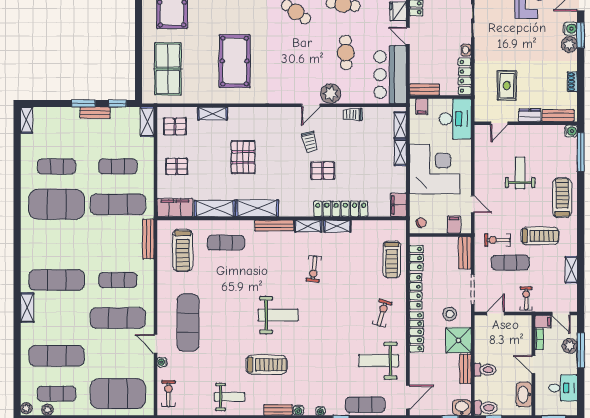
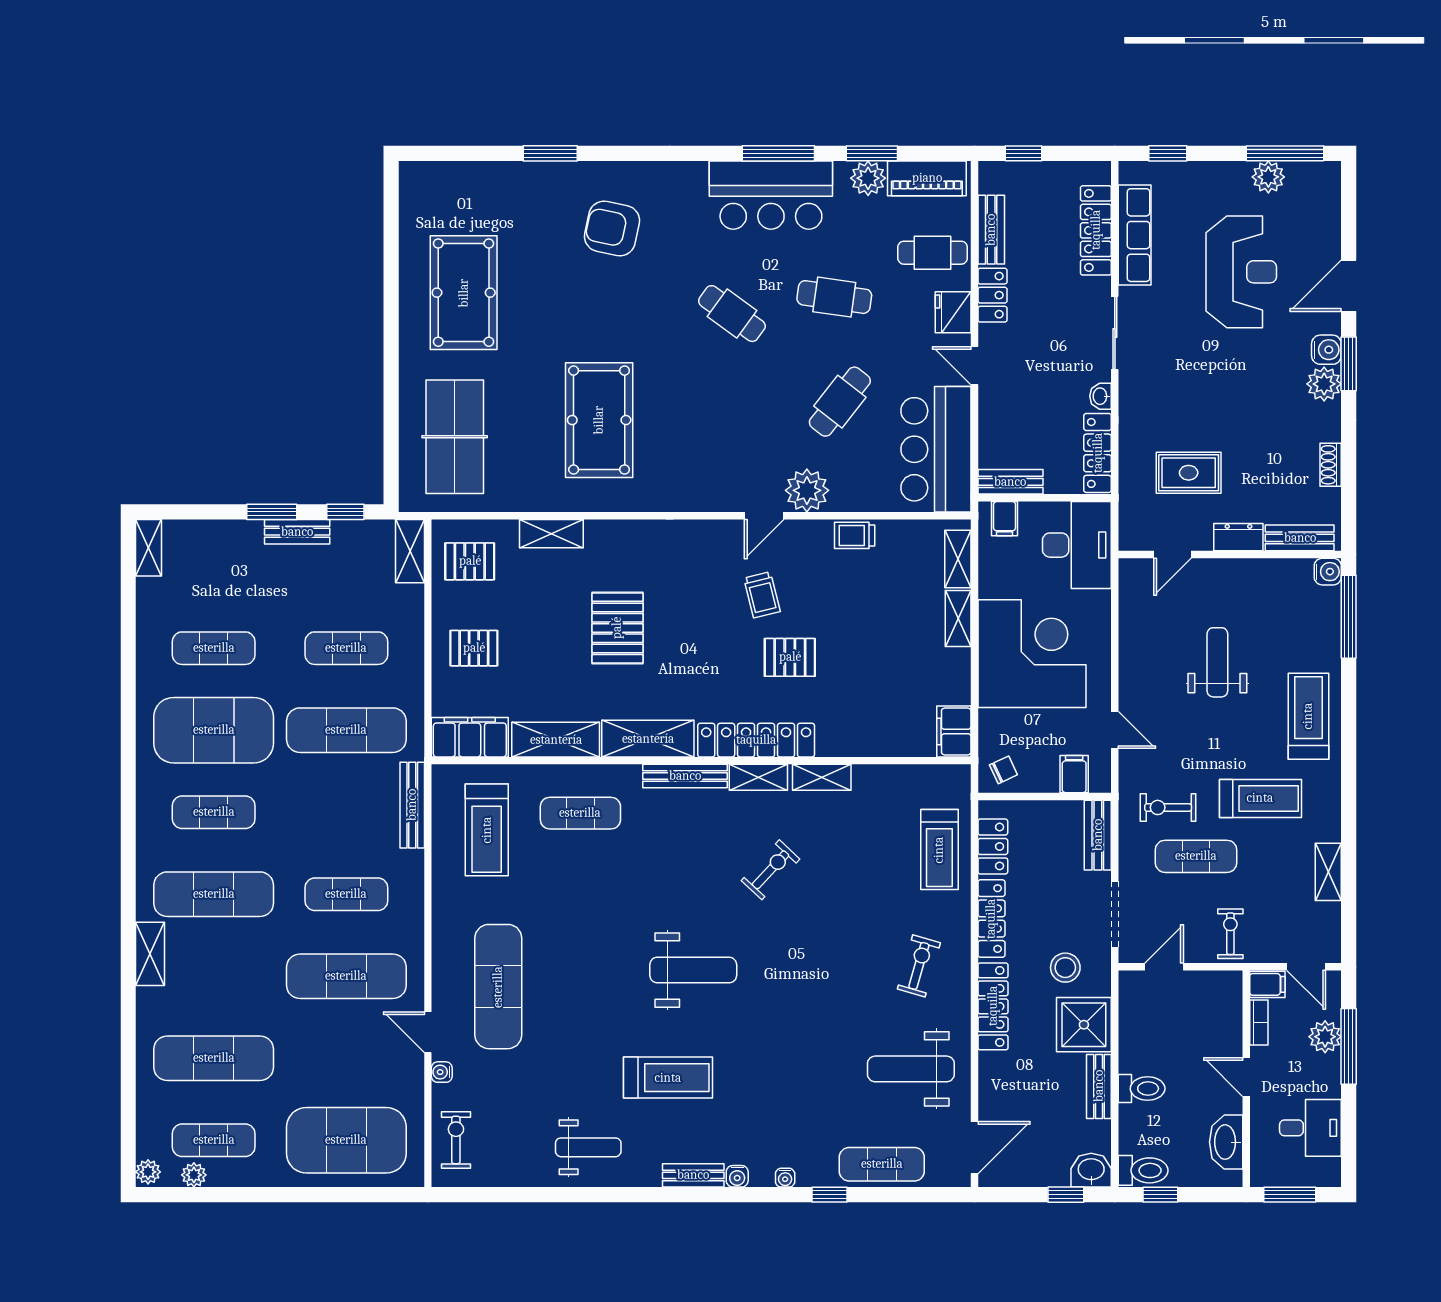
cafe table: (346, 53) -> (840, 402), turned 40
rug: (507, 85) -> (1189, 473), turned 90
locker: (341, 209) -> (756, 740), moved
exercise mat: (57, 242) -> (214, 812), added
exercise bike: (314, 269) -> (771, 870), turned -143

